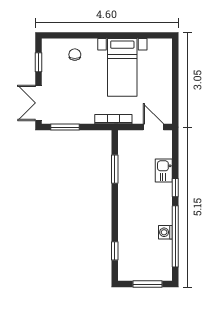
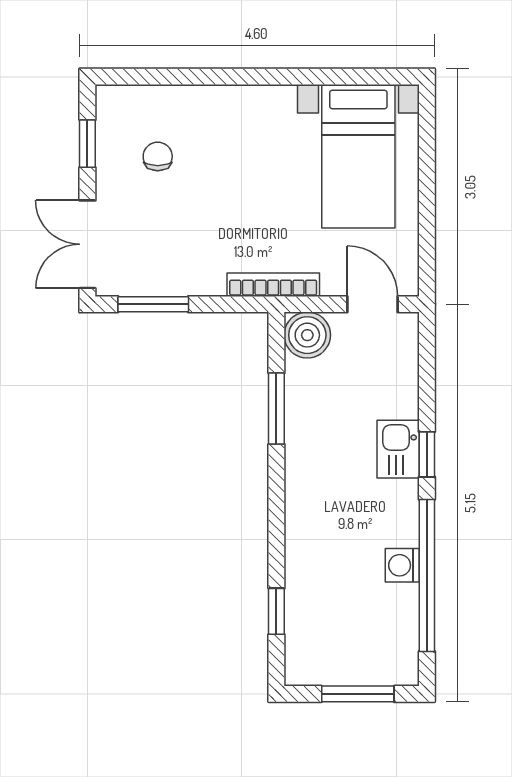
chair: (75, 55) -> (158, 156), moved
bed with nightstands: (122, 67) -> (358, 156), moved
boiler: (127, 140) -> (307, 335), added
kitchen sink: (164, 171) -> (398, 449), moved

